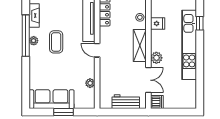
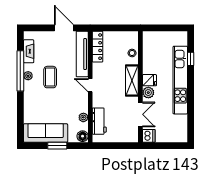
fridge: (158, 24) -> (149, 80), moved
floor lamp: (89, 102) -> (83, 136), added
workbench: (126, 102) -> (99, 121), moved, turned 90

